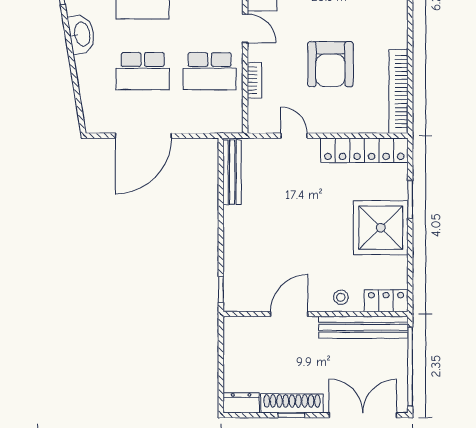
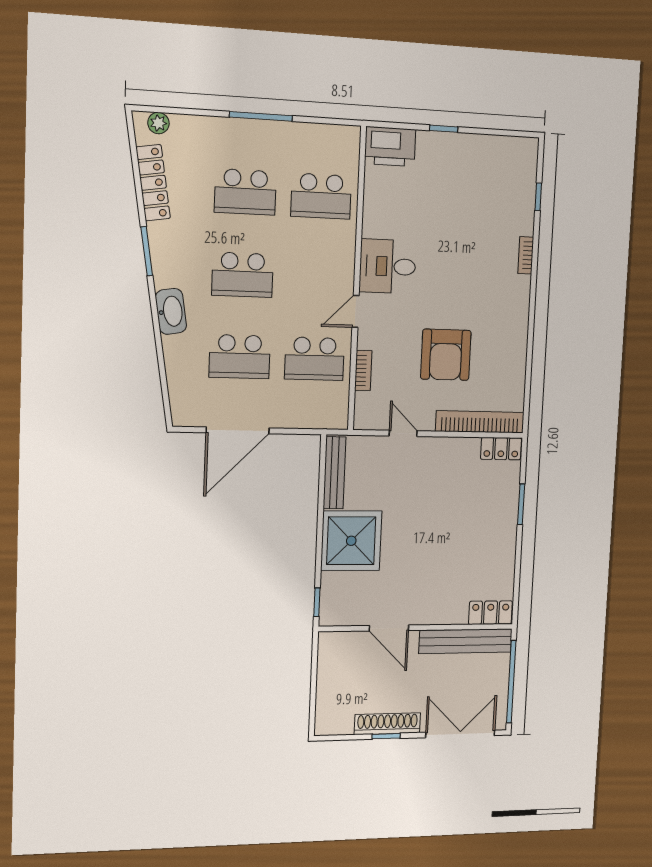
door: (245, 28) -> (356, 311), swing flipped
bookcase: (398, 92) -> (480, 422), moved, turned 90
locker: (364, 150) -> (501, 449), width x0.46, depth x0.83
shower: (381, 228) -> (351, 541), moved
stool: (341, 297) -> (444, 609), removed
door: (289, 314) -> (389, 628), swing flipped
dresser: (241, 403) -> (334, 725), removed

